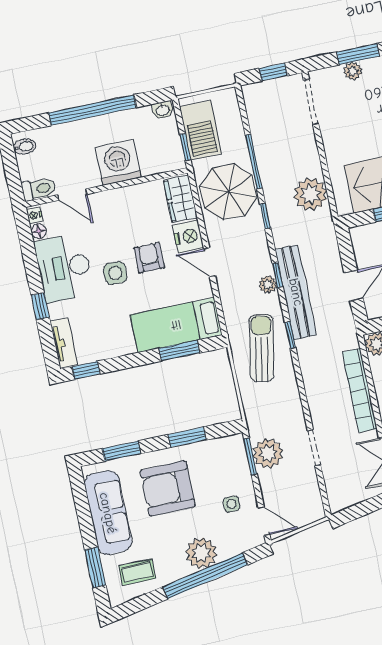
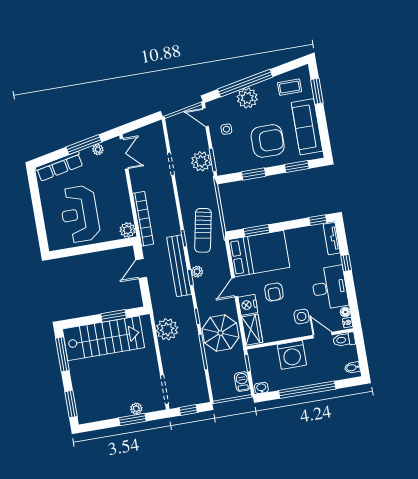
barbecue: (200, 130) -> (242, 382), width x0.53, depth x0.65
door: (210, 262) -> (235, 287), swing flipped
side table: (115, 273) -> (302, 316), moved
bed: (176, 325) -> (259, 254), width x1.50
bookcase: (360, 390) -> (143, 219), moved

